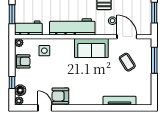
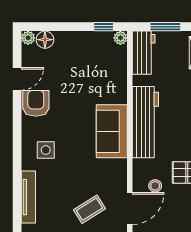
sofa: (91, 48) -> (112, 131), moved
side table: (44, 51) -> (46, 150), moved
armchair: (23, 61) -> (91, 45), removed
window: (12, 83) -> (104, 27), moved

